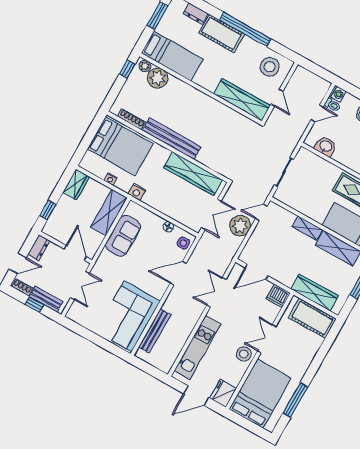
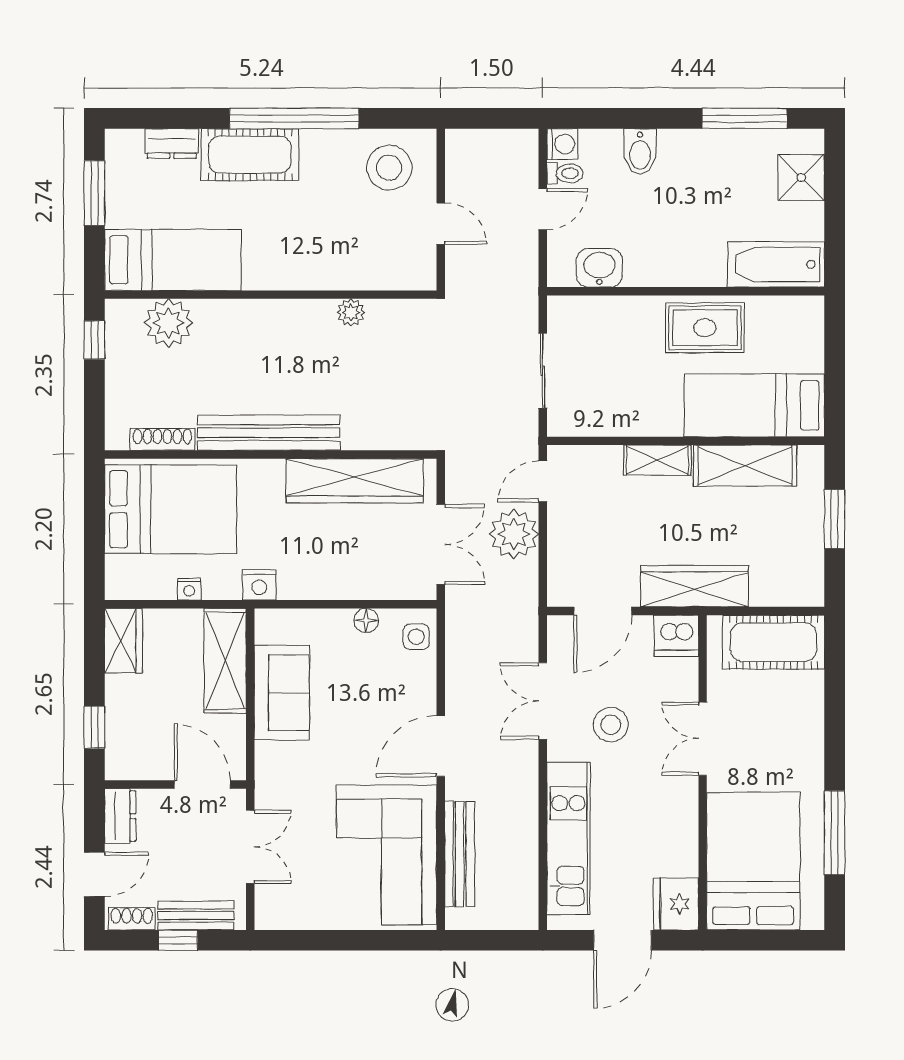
plant: (145, 66) -> (351, 313), moved
wardrobe: (242, 100) -> (370, 269), removed
door: (178, 273) -> (441, 746), moved
wardrobe: (315, 293) -> (694, 586), moved
stool: (244, 354) -> (611, 725), moved

